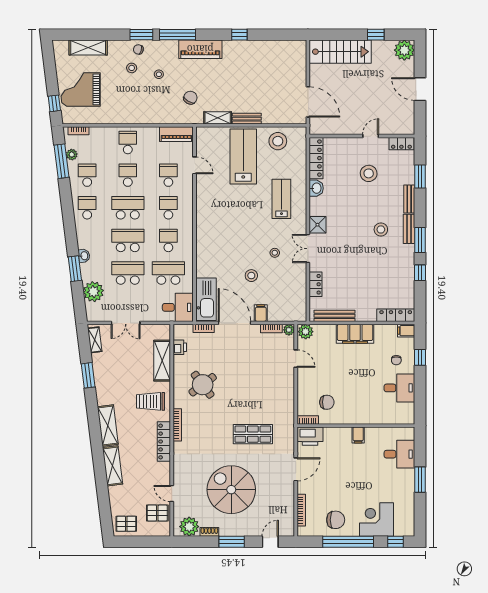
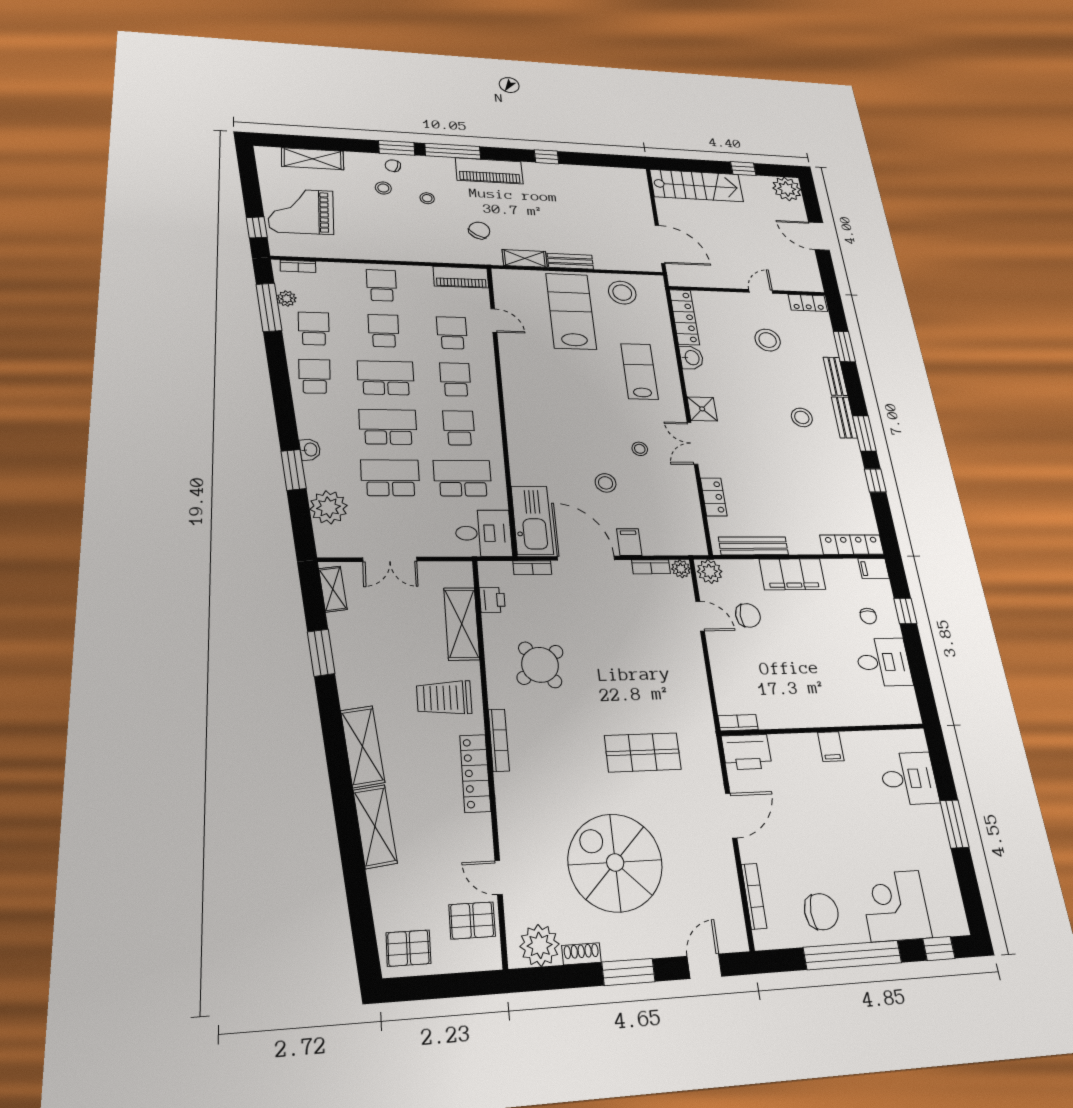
chair: (327, 402) -> (748, 615), moved

